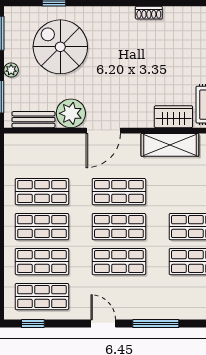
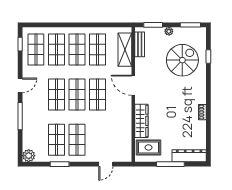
plant: (71, 113) -> (143, 66), removed
wardrobe: (173, 117) -> (141, 121), width x1.50
shelving: (170, 145) -> (125, 50), moved

